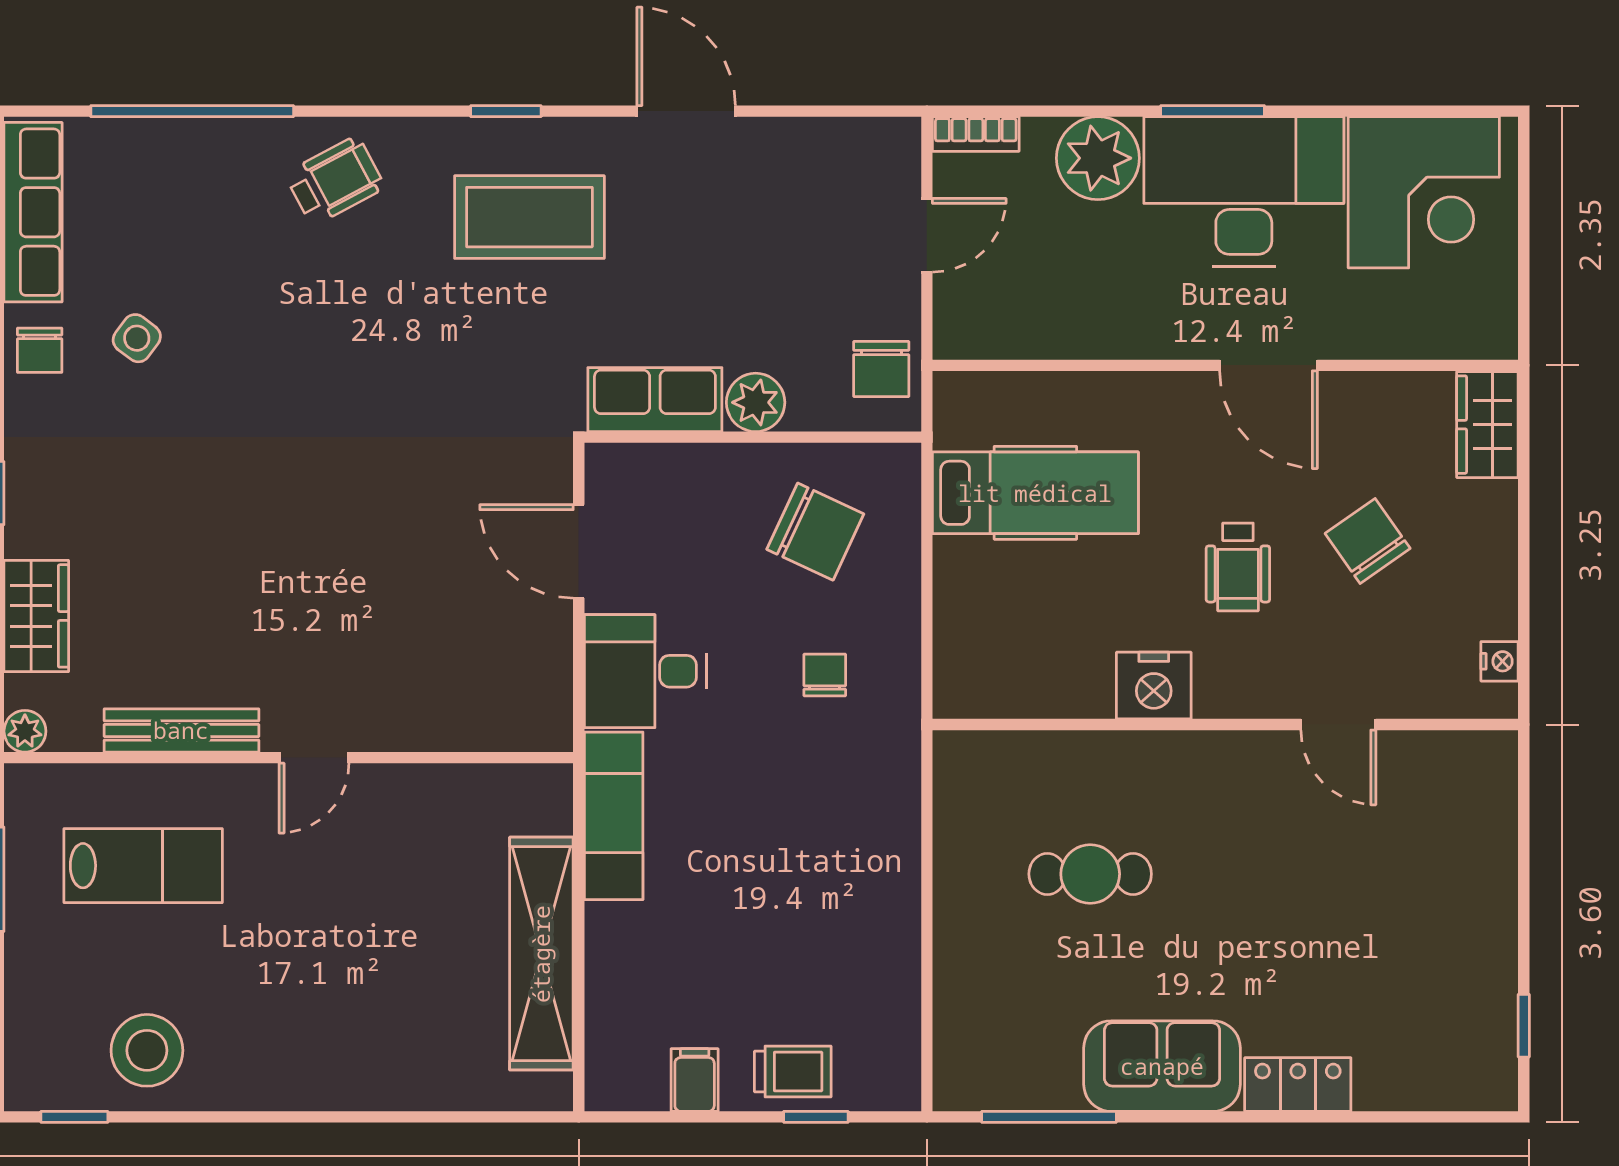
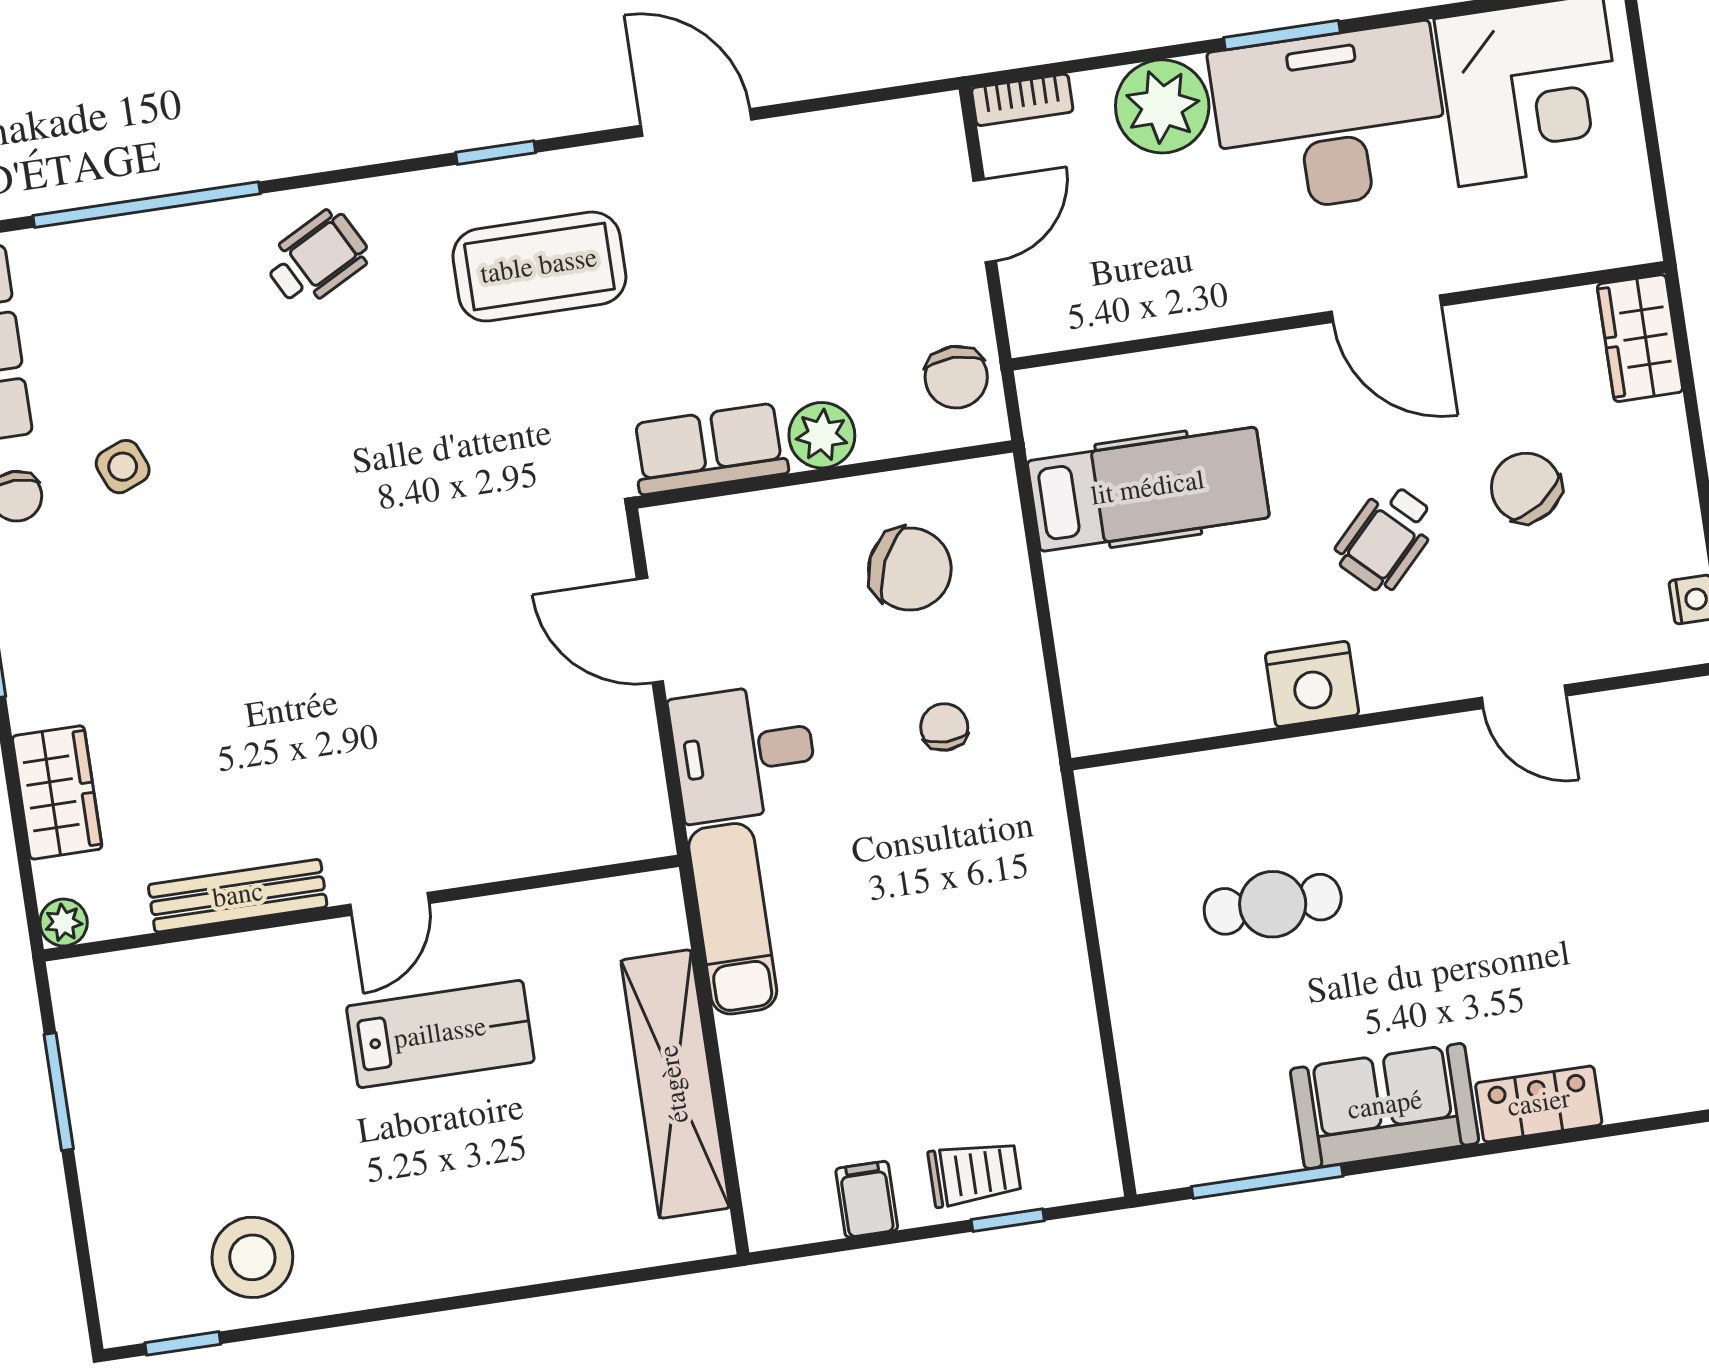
side table: (137, 338) -> (123, 467), turned 31
wheelchair: (1238, 567) -> (1386, 538), turned 44
lab bench: (143, 866) -> (440, 1034), moved

